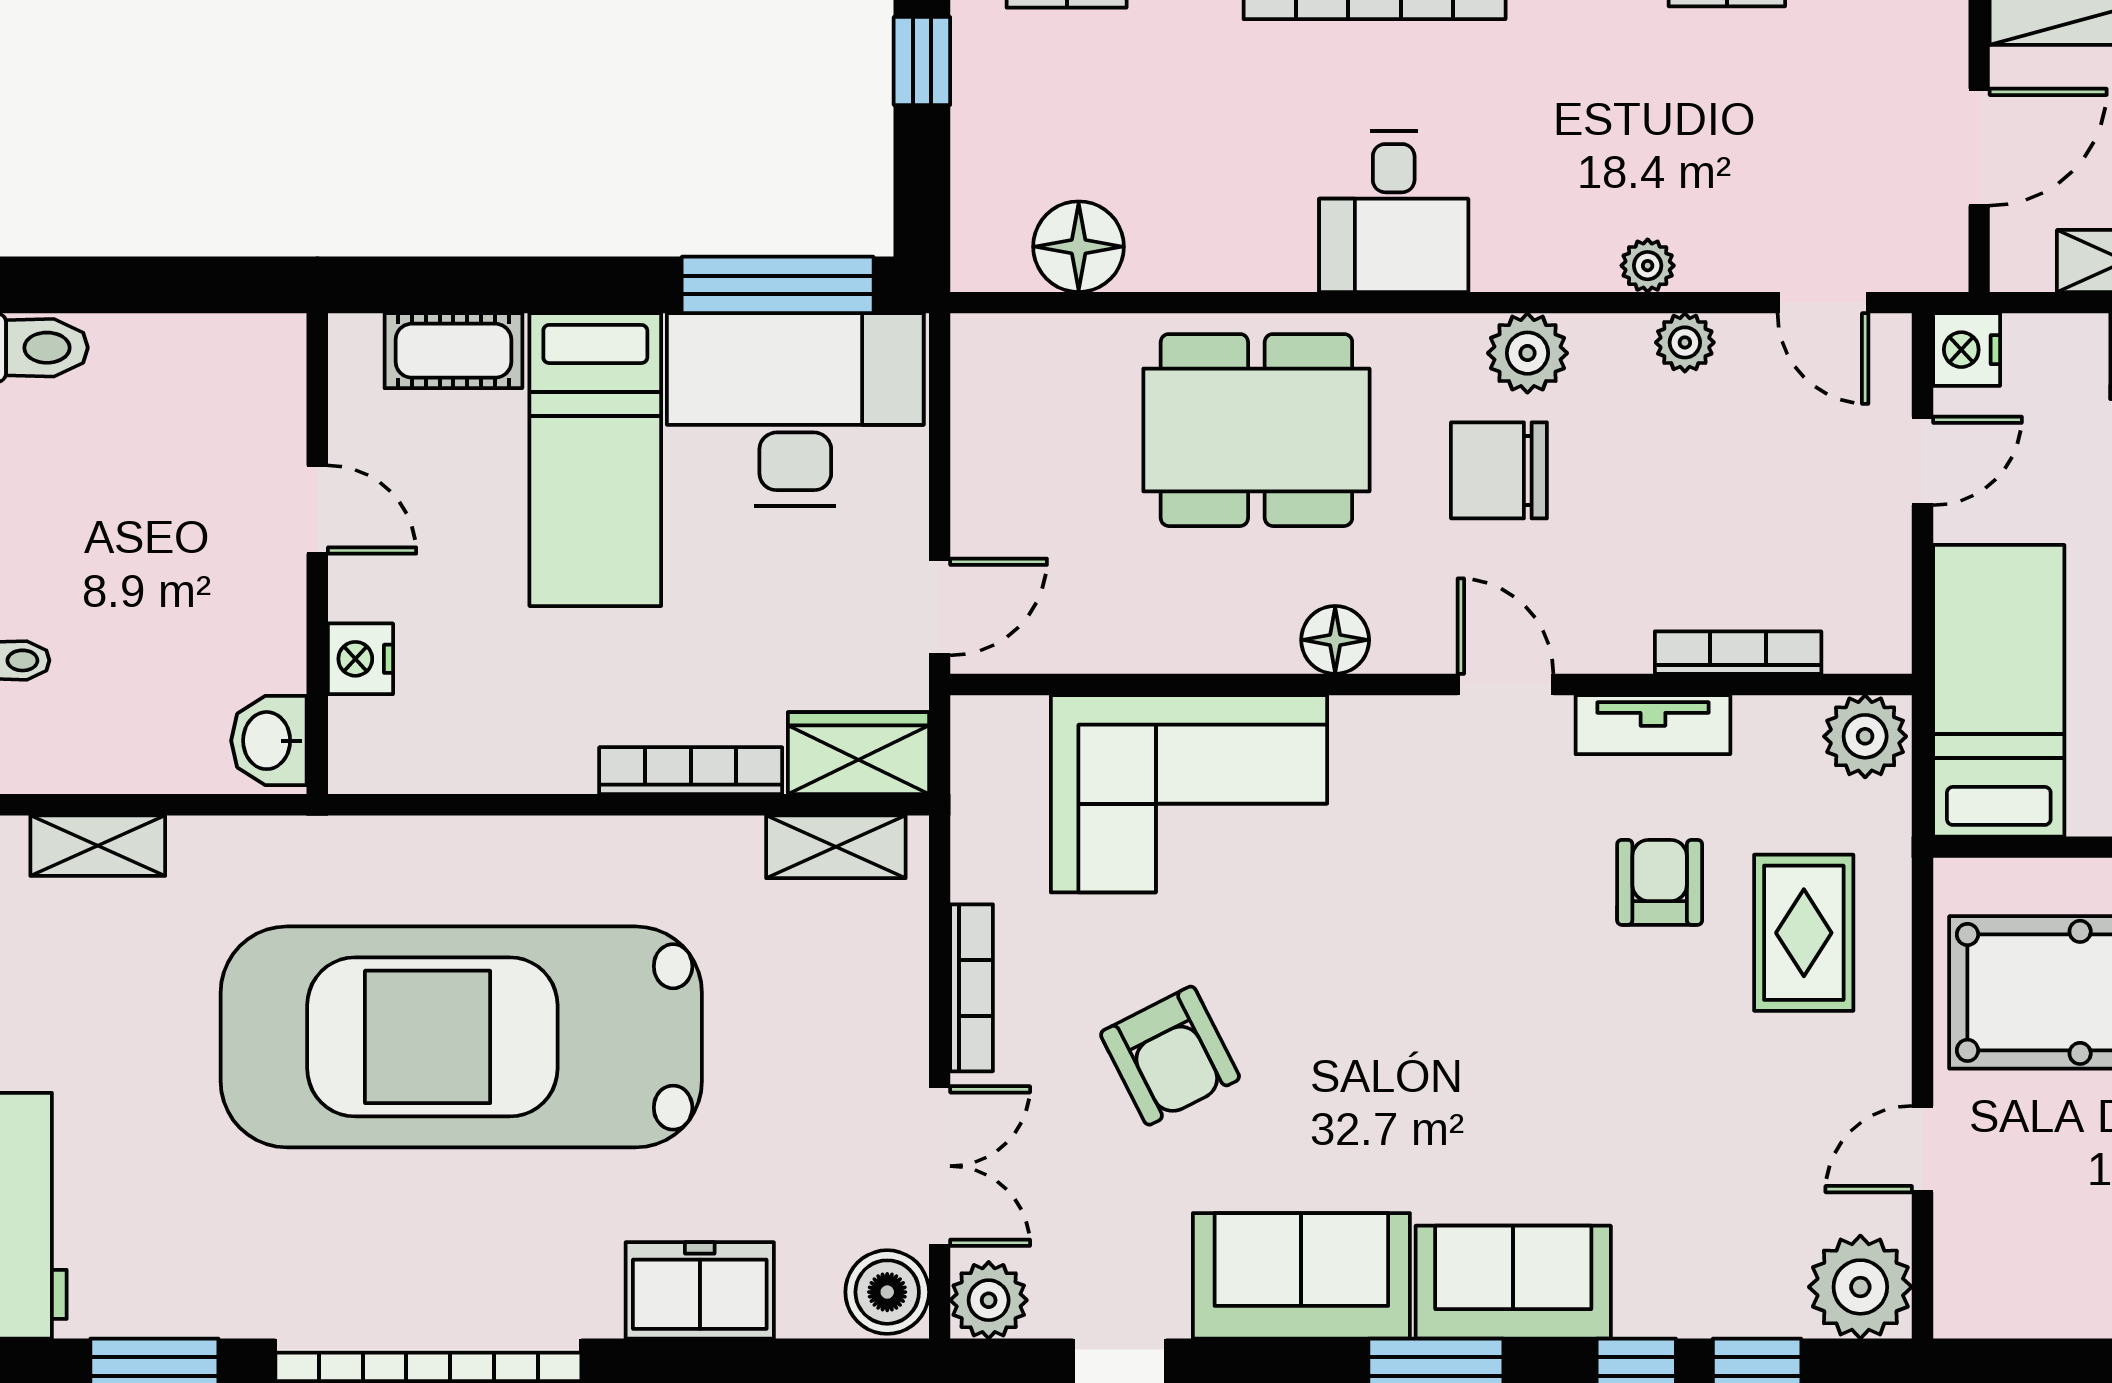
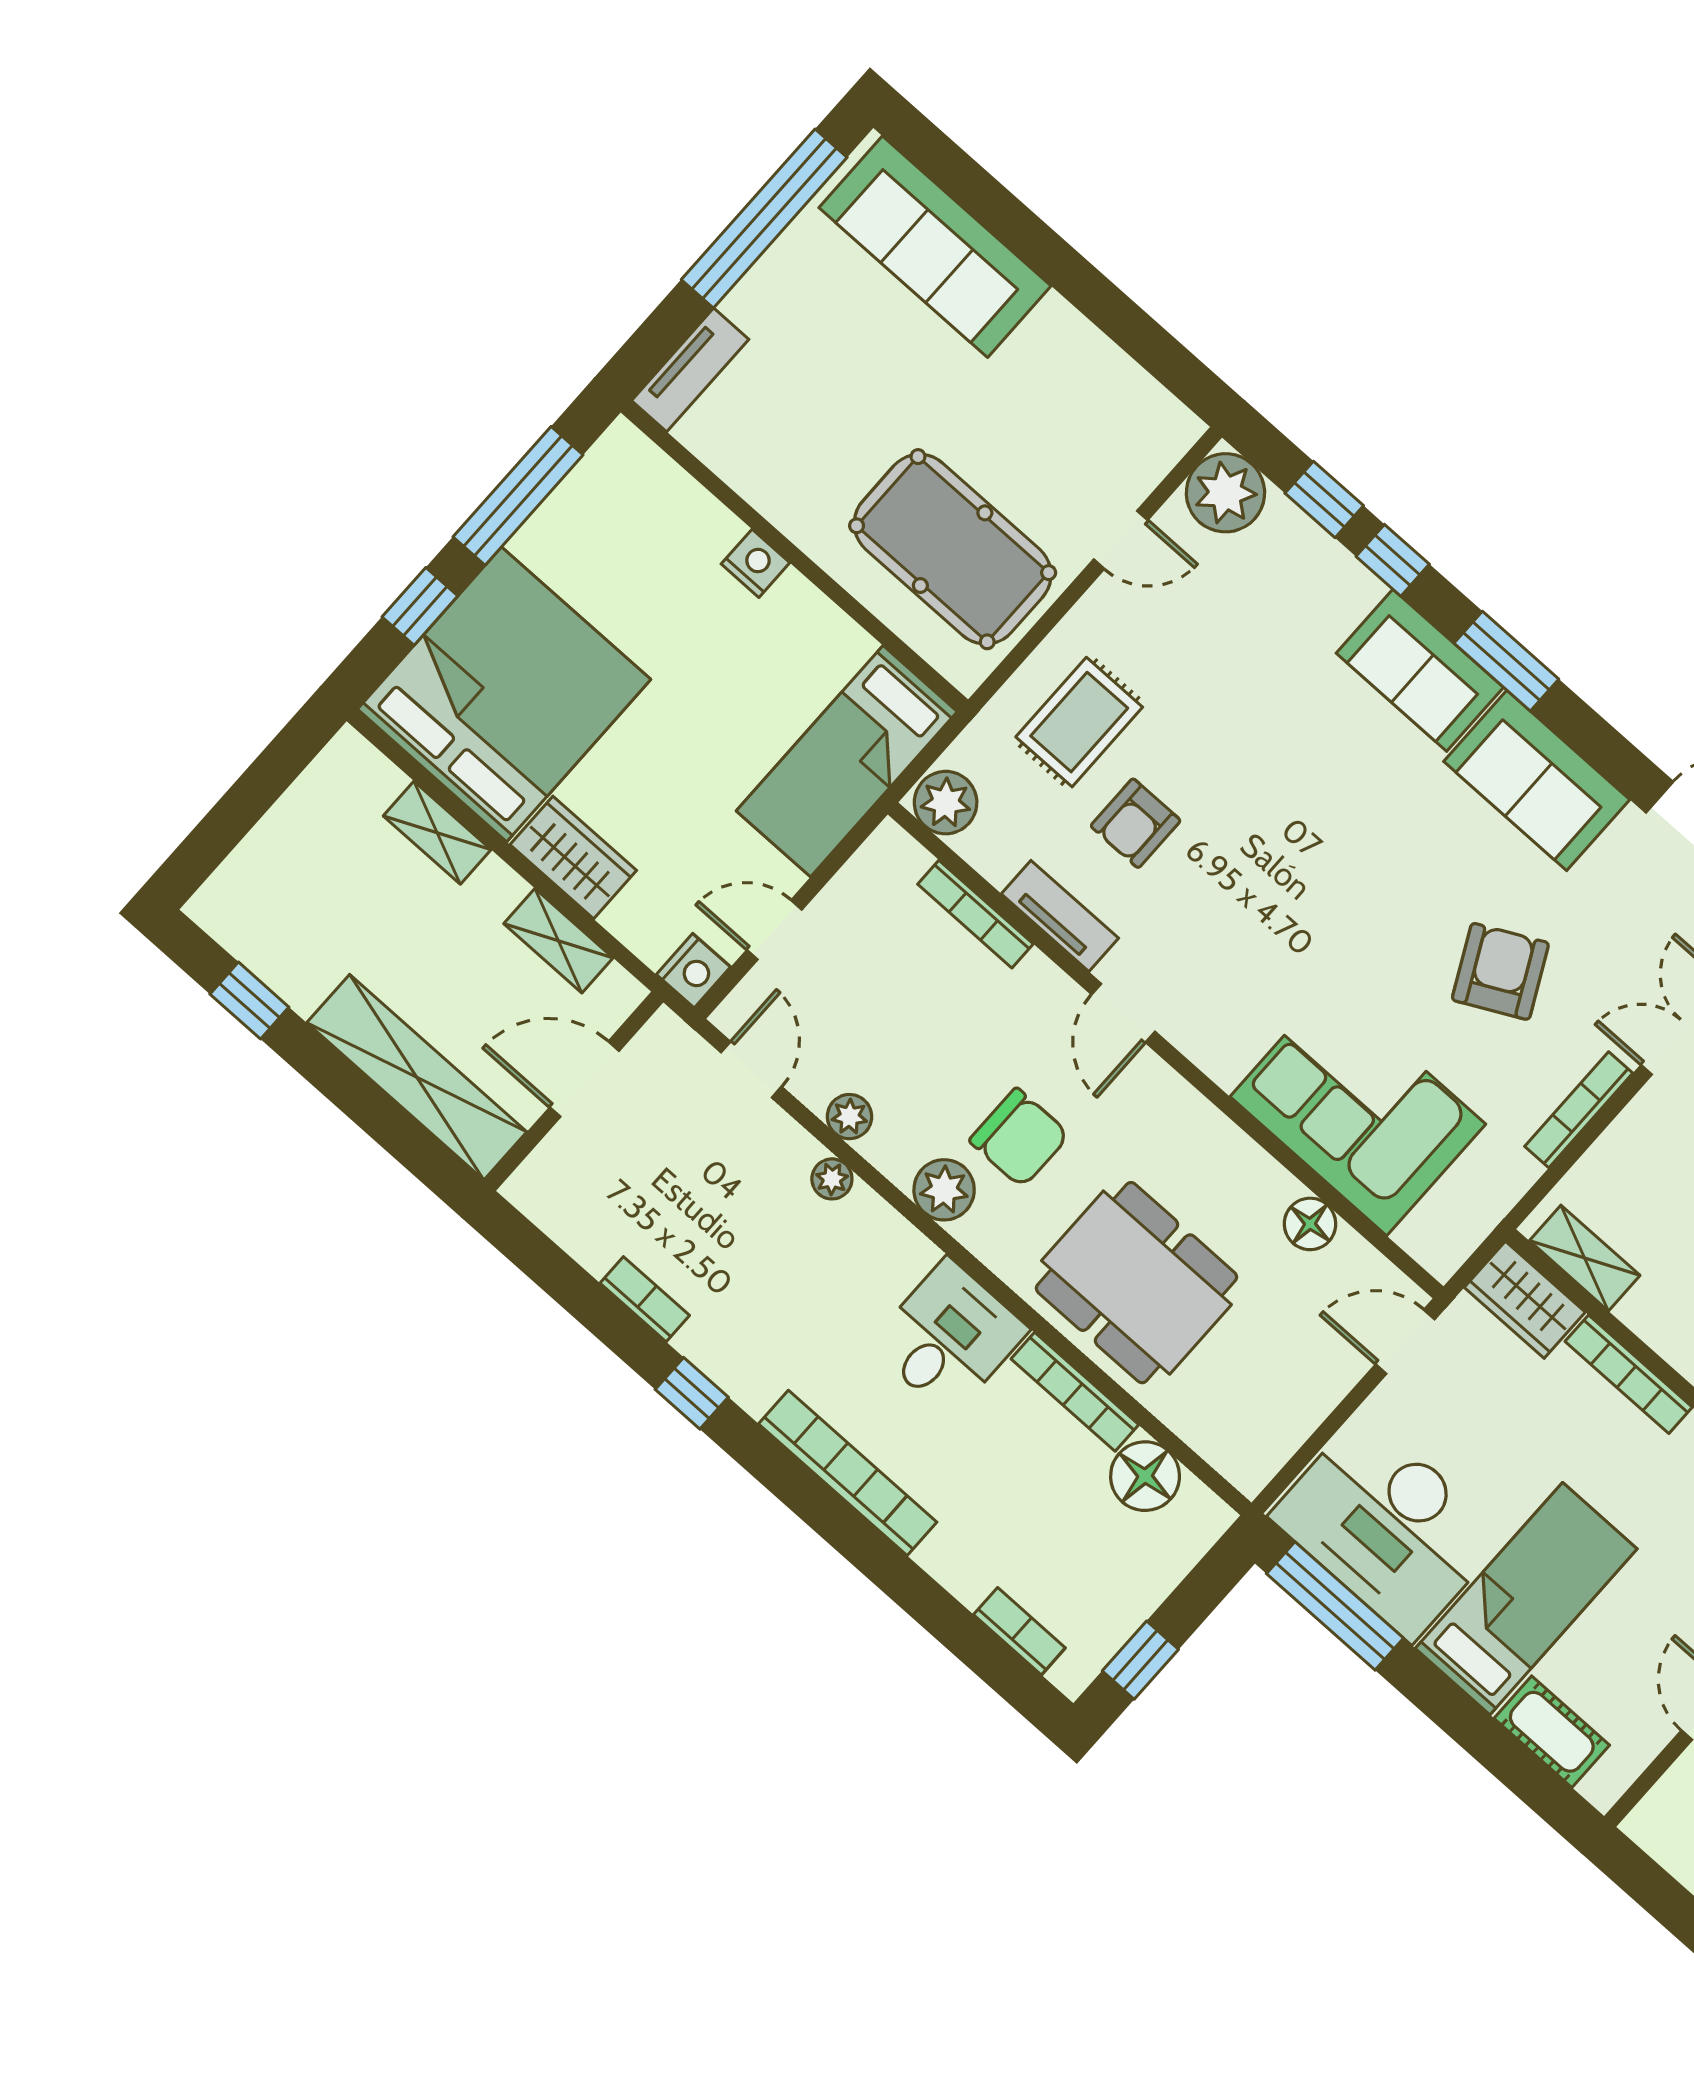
bookcase: (1222, 268) -> (1075, 1392), added
floor lamp: (1335, 640) -> (1310, 1224), moved

